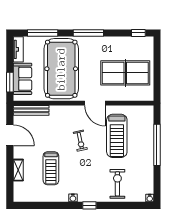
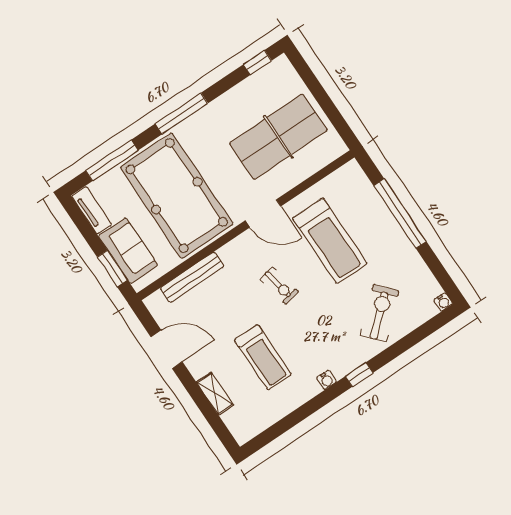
bench: (31, 110) -> (192, 277), moved
exercise bike: (117, 184) -> (380, 313), turned 48

